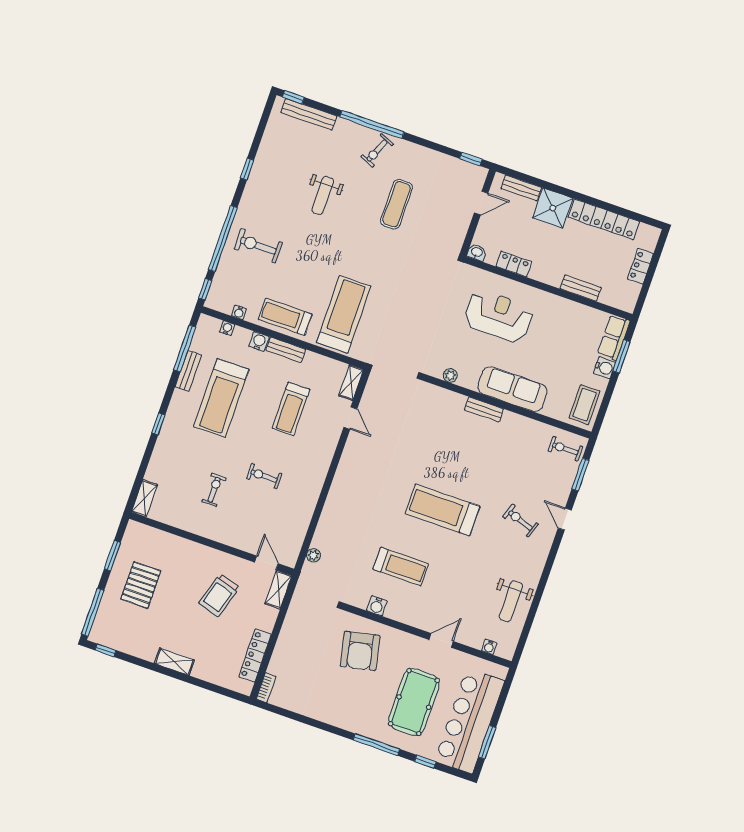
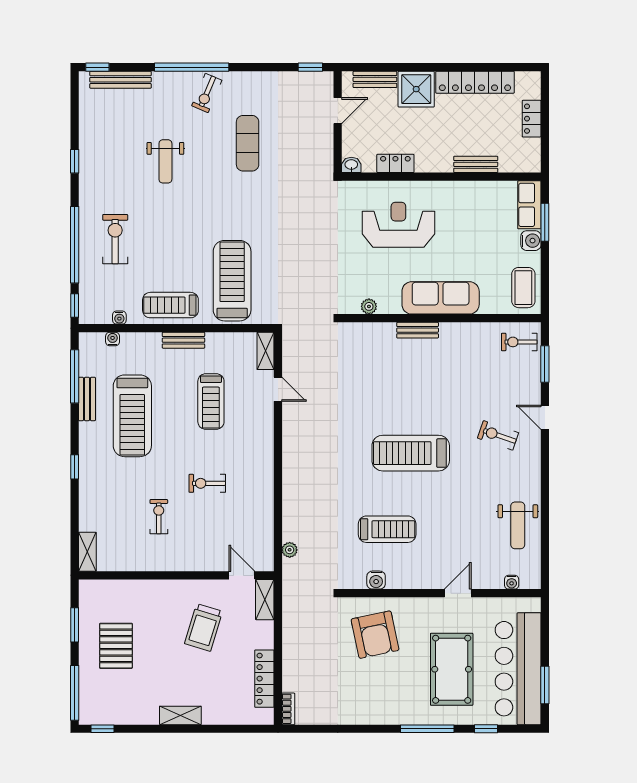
exercise bike: (258, 246) -> (115, 239), turned 90
water cooler: (259, 341) -> (152, 341), removed

